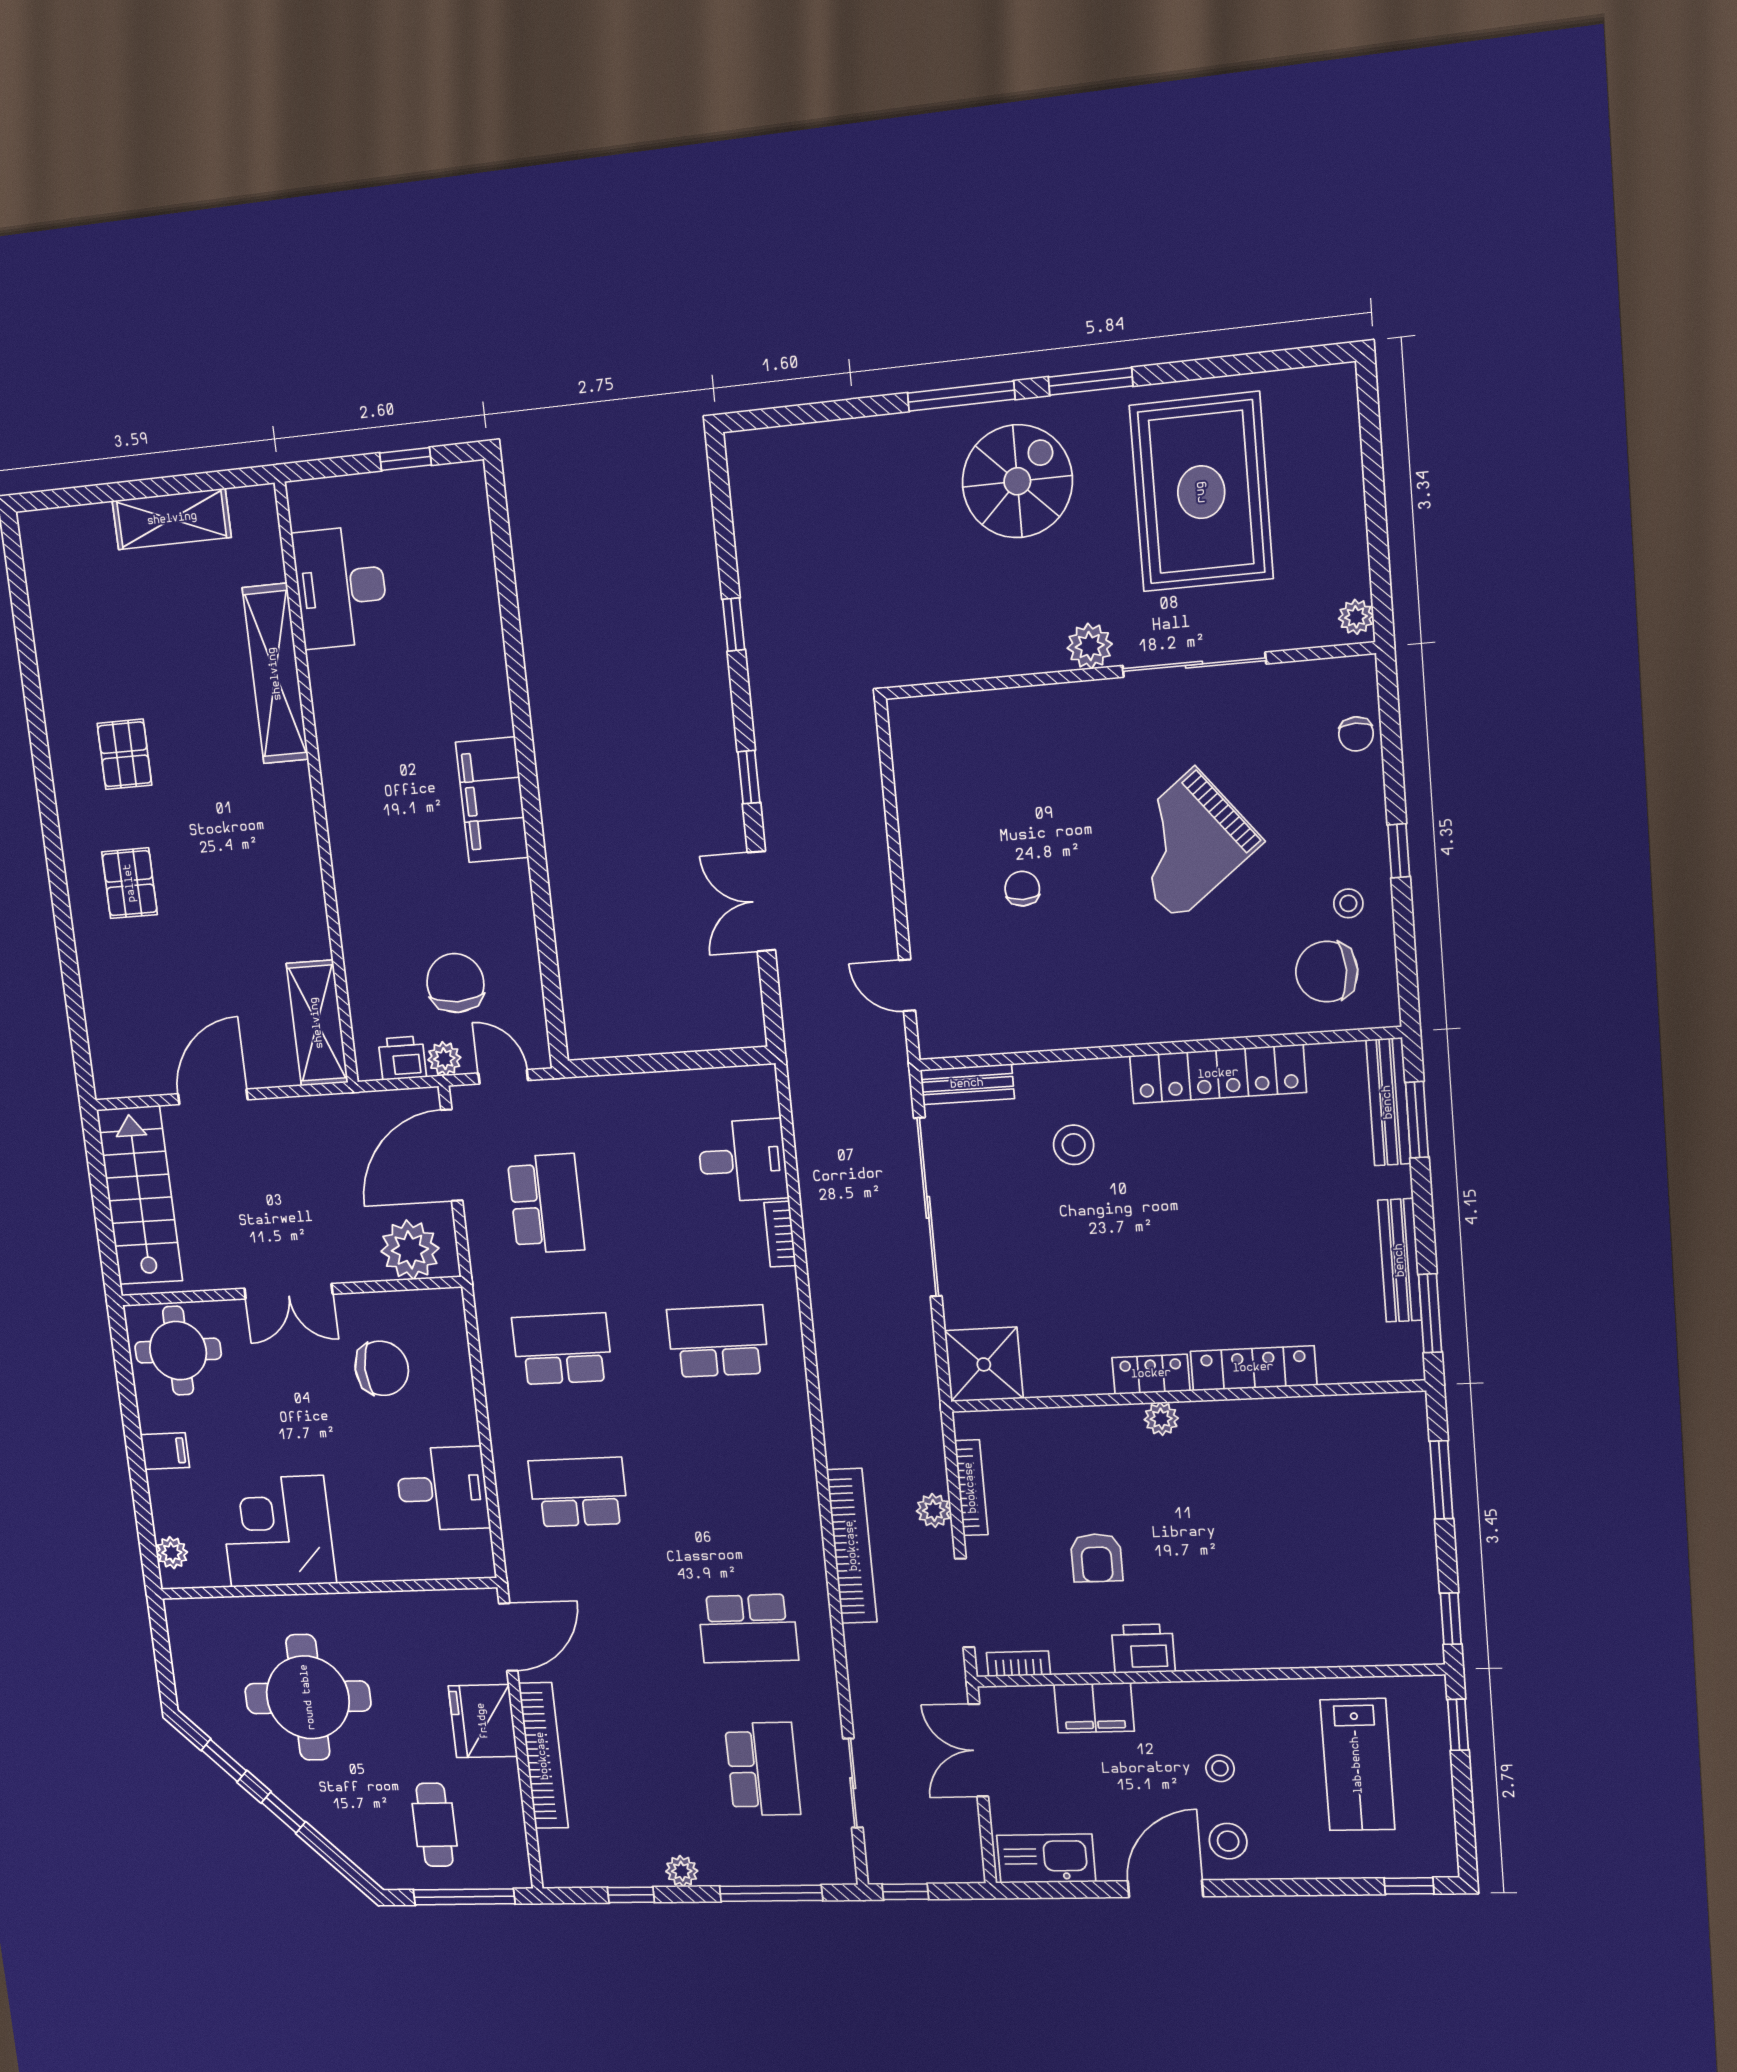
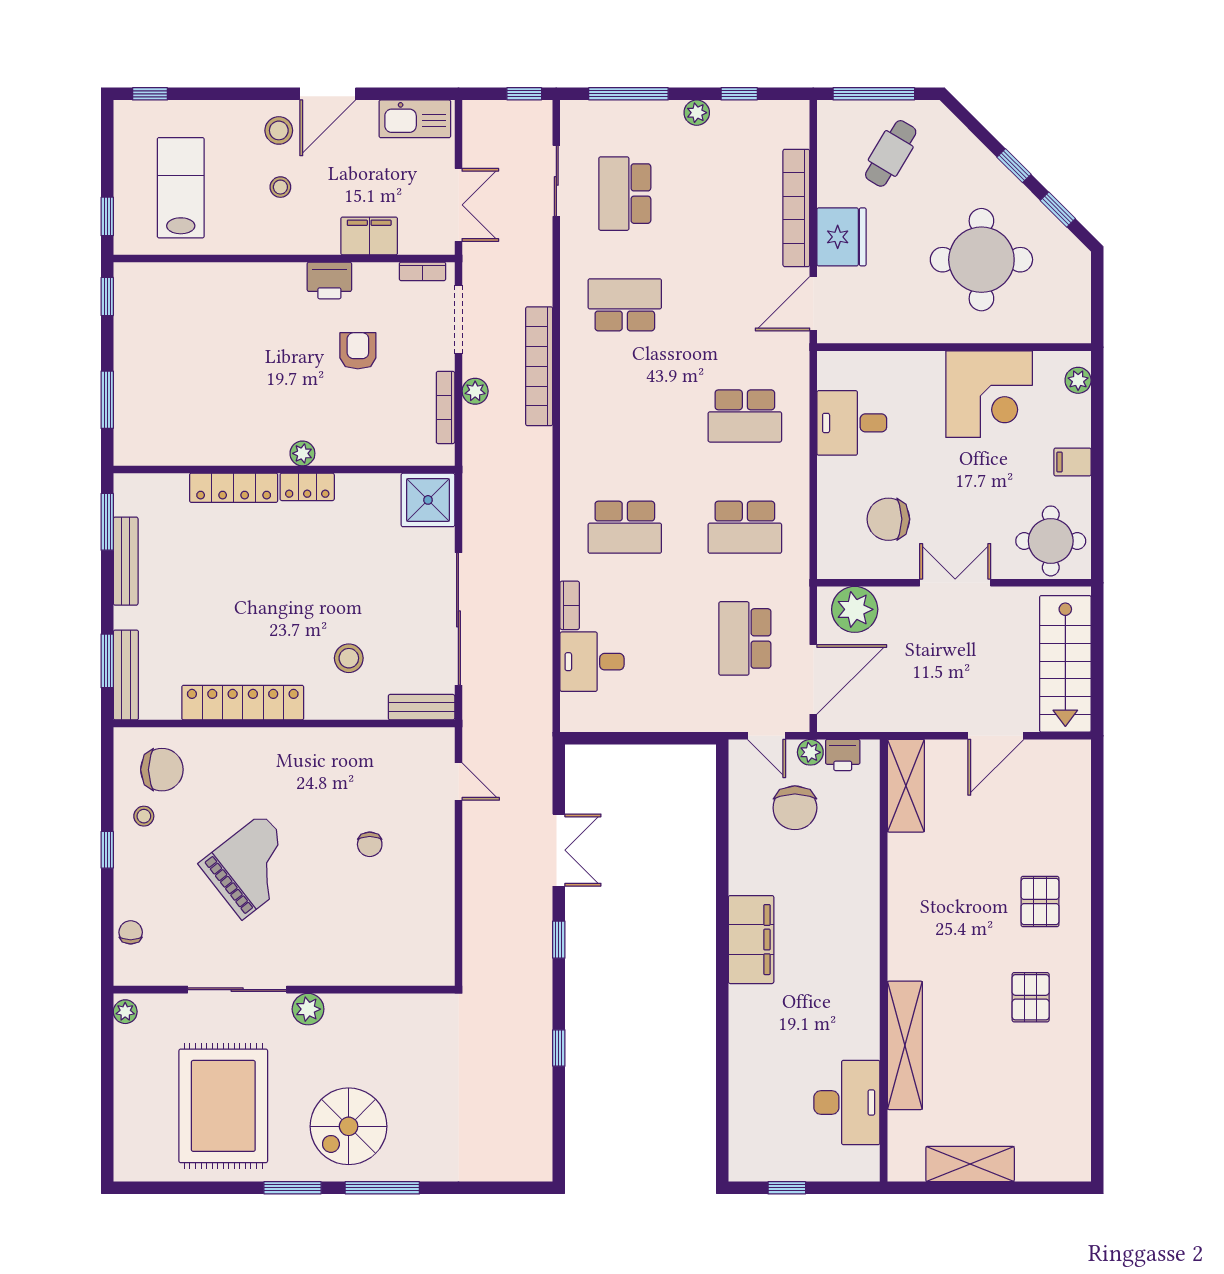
cafe table: (435, 1825) -> (891, 153), turned 31

